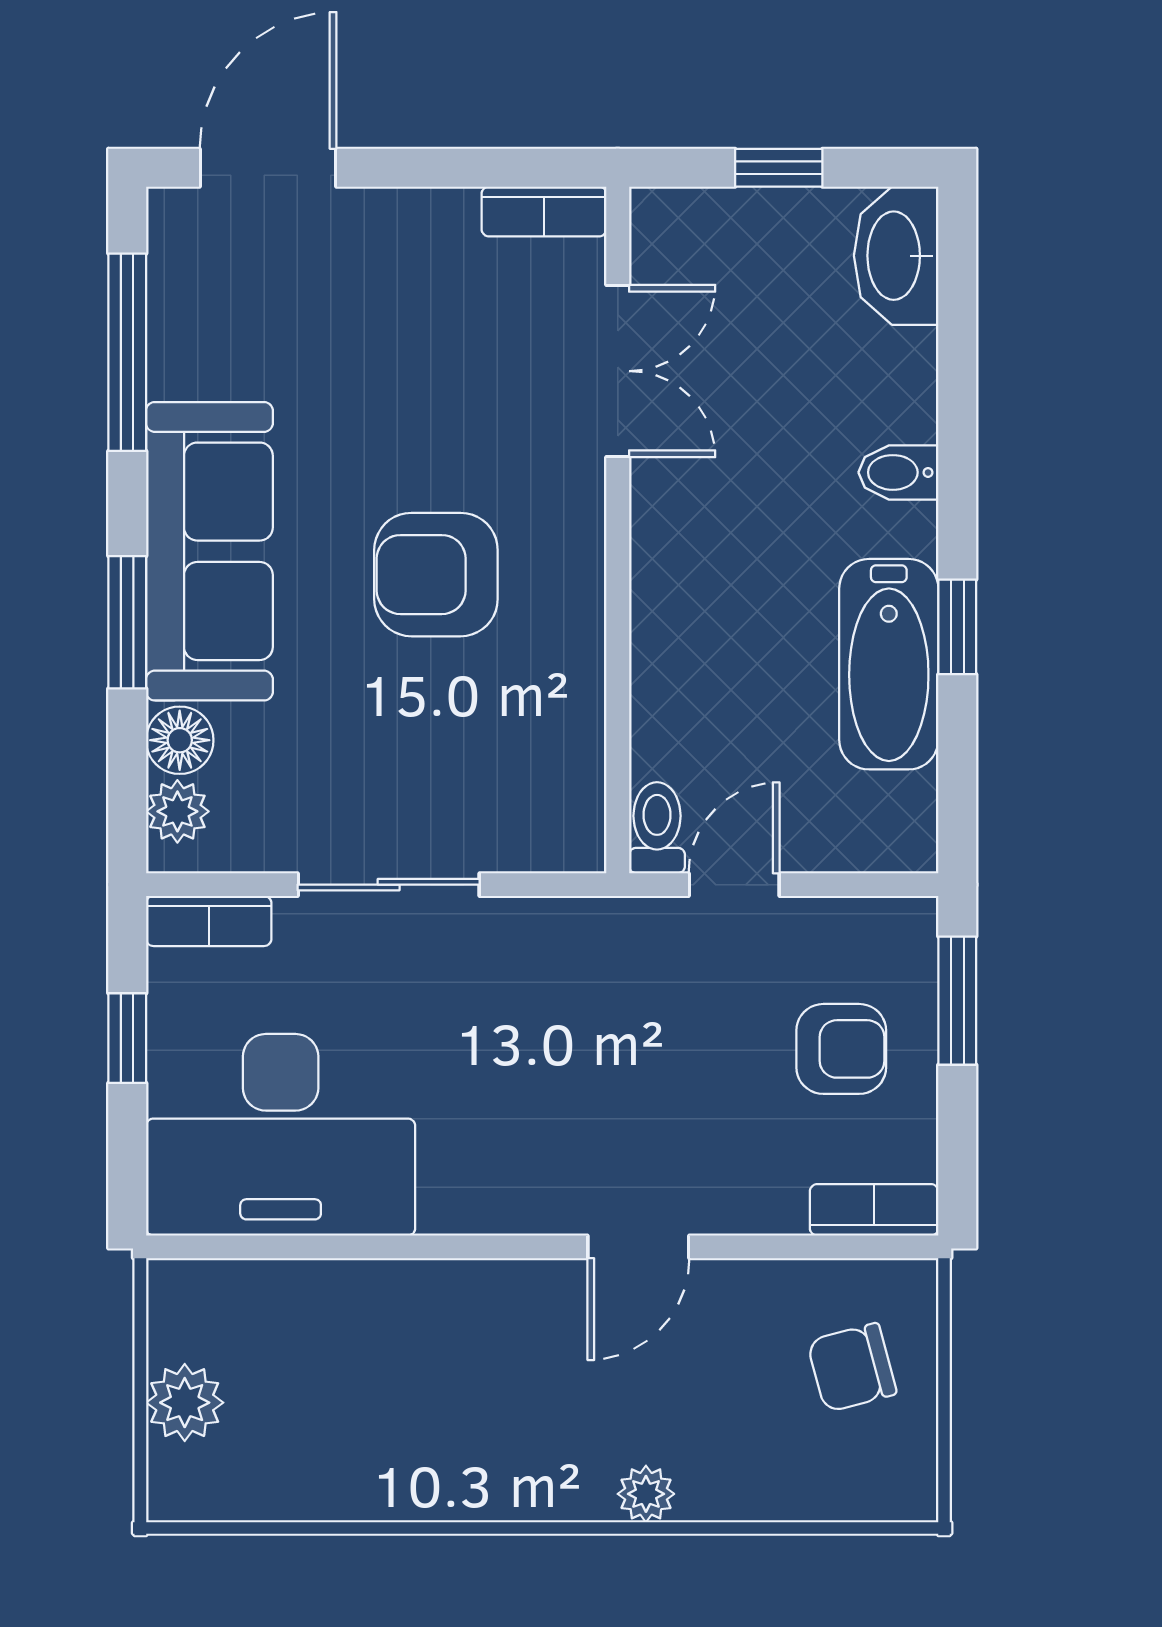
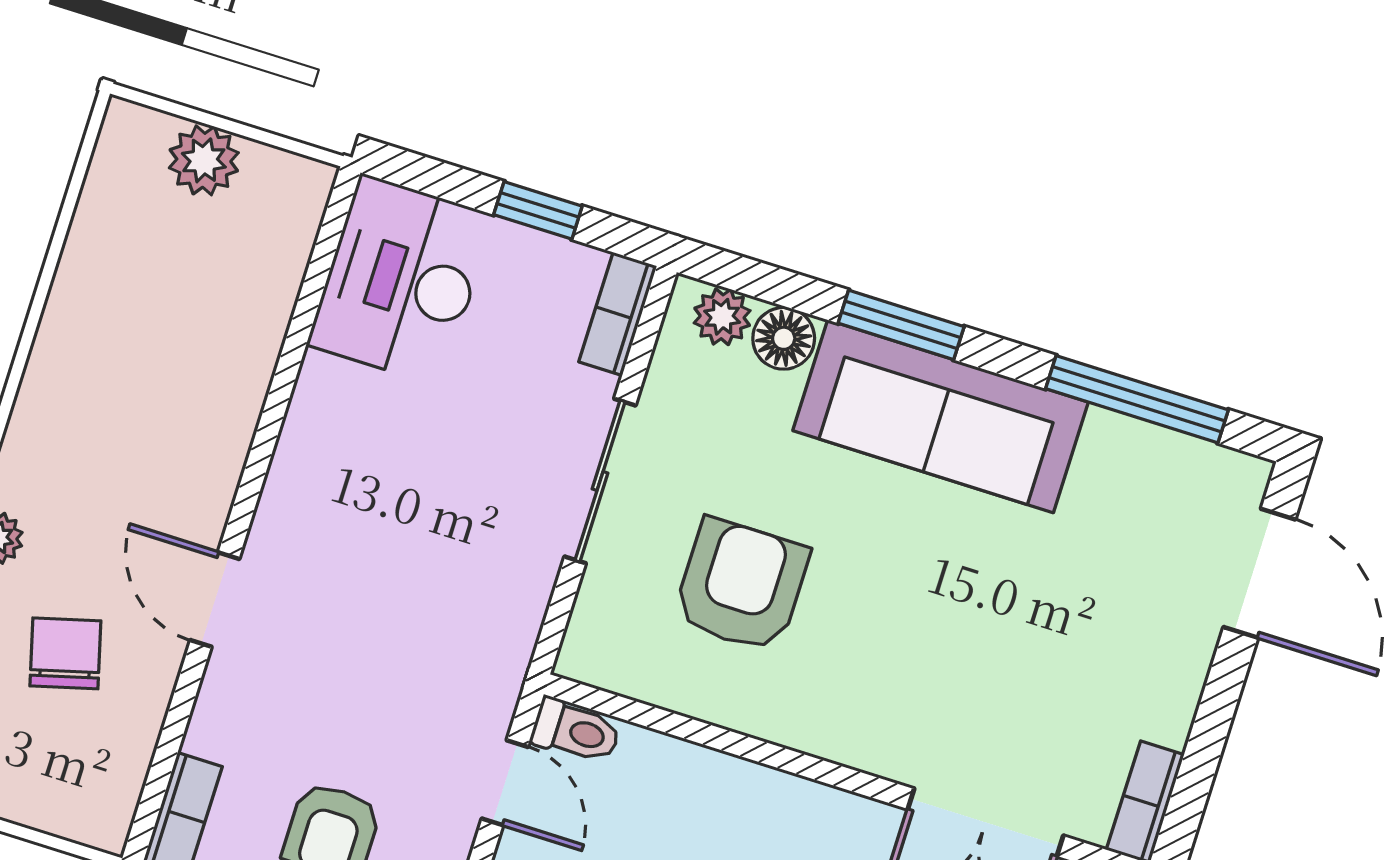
armchair: (436, 575) -> (741, 585), moved
desk: (281, 1135) -> (401, 280), width x0.73, depth x0.77
chair: (852, 1368) -> (65, 653), moved

